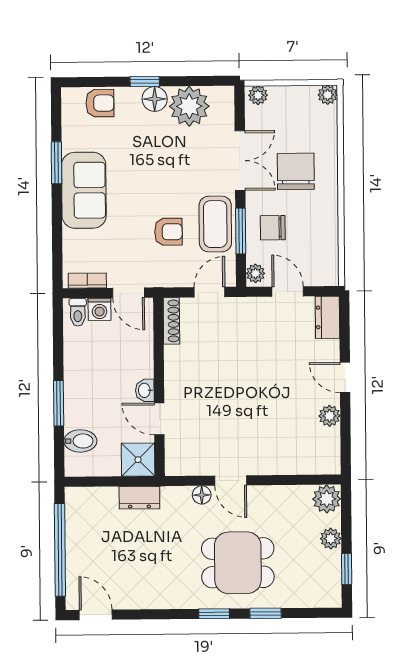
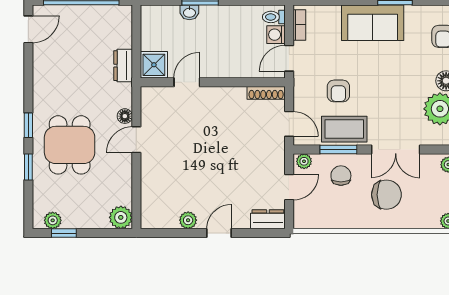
washbasin: (145, 390) -> (189, 12), moved, turned 180
bidet: (80, 441) -> (169, 18), removed
plant: (331, 539) -> (53, 220), moved

